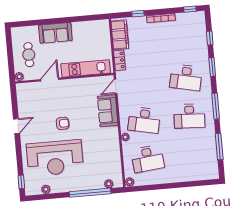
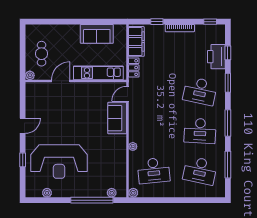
sofa: (55, 33) -> (97, 34), moved
printer: (199, 43) -> (216, 57), added
desk: (144, 120) -> (200, 171), moved
armchair: (63, 123) -> (70, 127), removed
window: (21, 182) -> (23, 160), moved

